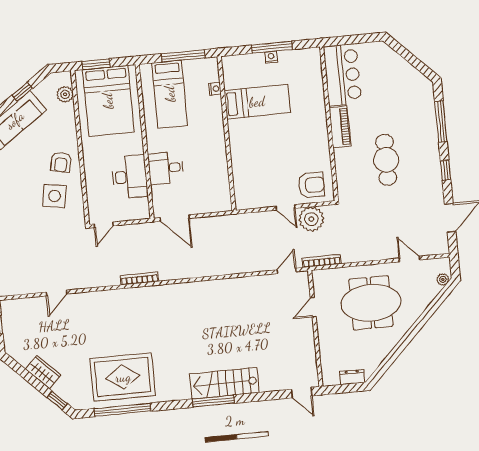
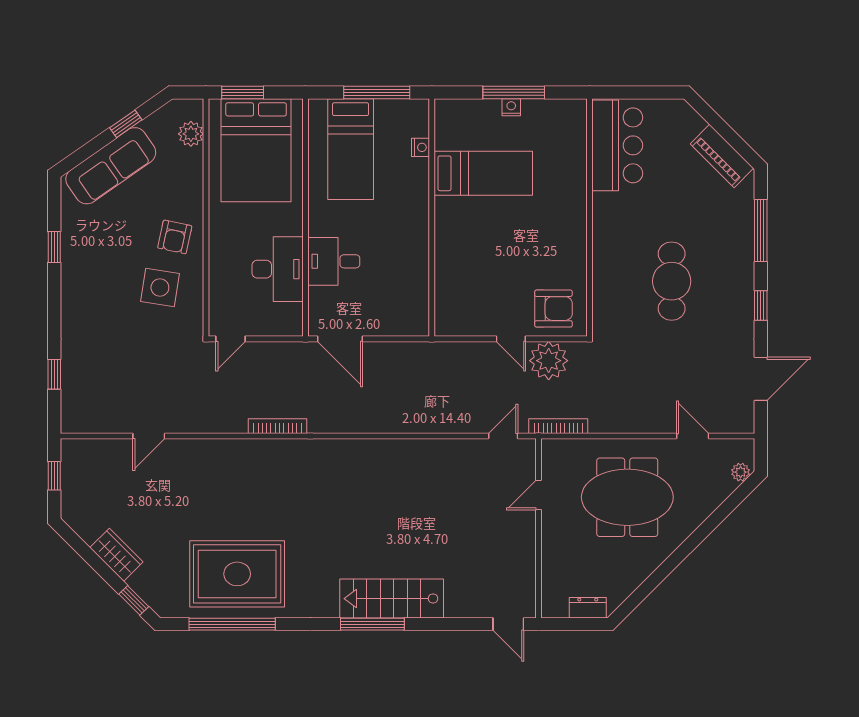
piano: (340, 127) -> (722, 156), moved, turned 135

